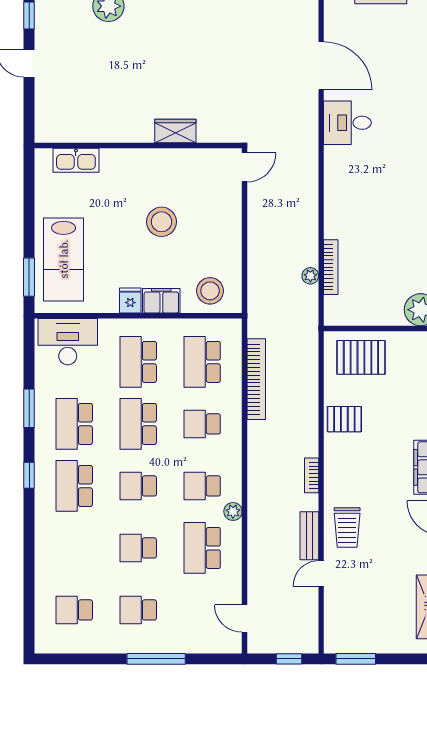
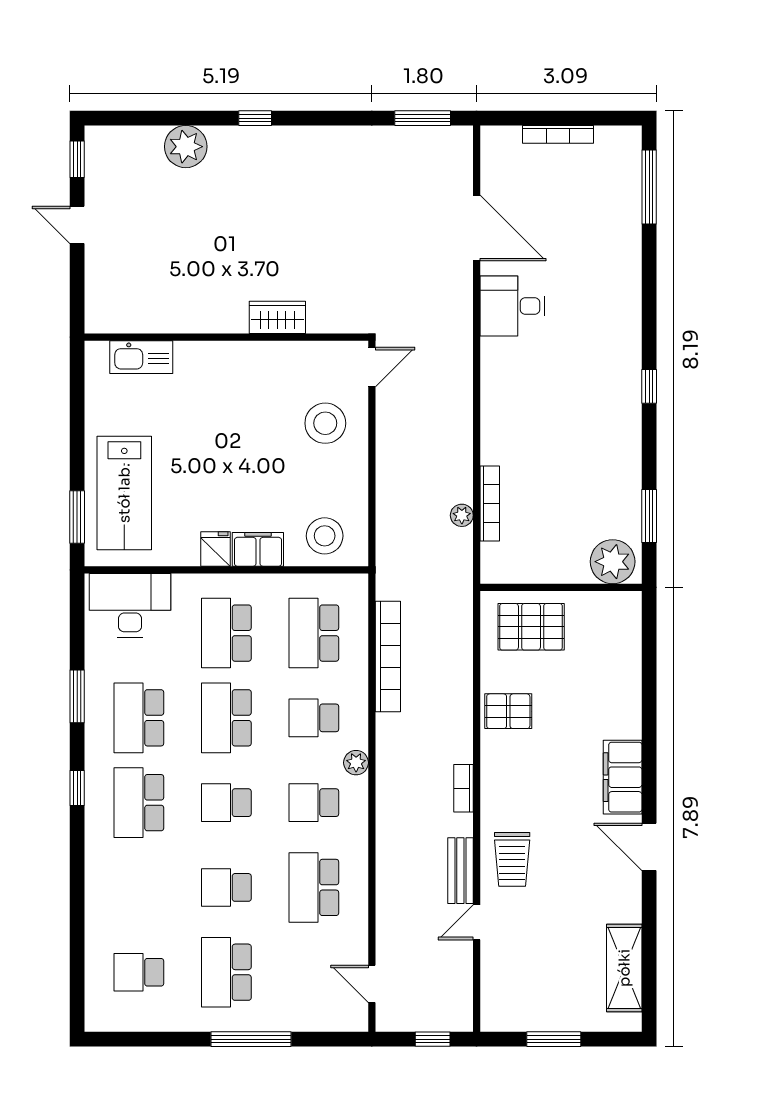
stool: (162, 222) -> (325, 423), moved
plant: (233, 511) -> (356, 763), moved
school desk: (138, 610) -> (226, 972), width x1.85
window: (356, 659) -> (554, 1039), moved

